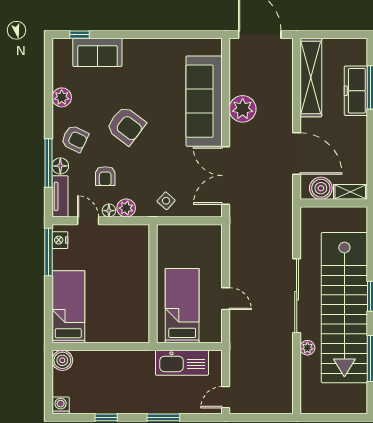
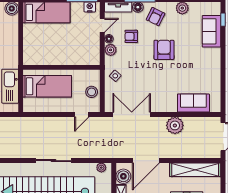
sofa: (204, 101) -> (193, 103), width x0.54, depth x0.79
armchair: (126, 126) -> (164, 50), turned 143
stool: (191, 237) -> (92, 92), added
sliding door: (297, 296) -> (54, 161), width x0.73
door: (226, 299) -> (82, 115), moved
plant: (307, 348) -> (101, 168), moved

